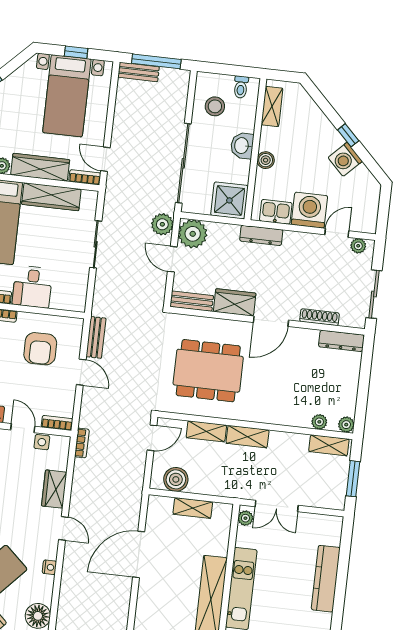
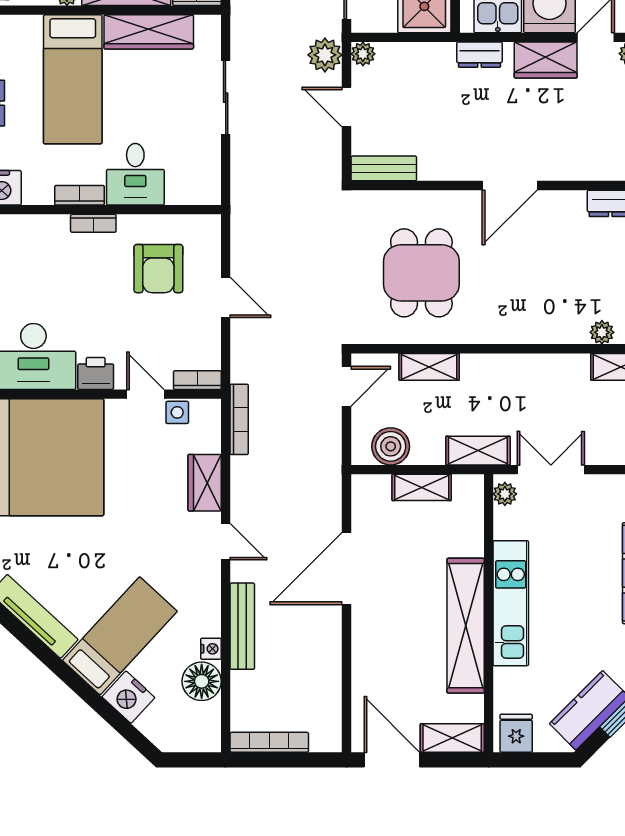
plant: (193, 234) -> (363, 54), width x0.53, depth x0.53
dresser: (261, 235) -> (480, 55), width x0.70
wardrobe: (235, 302) -> (546, 60), moved, turned 180
shoe rack: (319, 317) -> (584, 171), removed
bench: (96, 337) -> (242, 626), moved, width x1.36
dining table: (208, 371) -> (421, 273), width x0.73
shelving: (248, 437) -> (478, 451), moved
bookcase: (82, 443) -> (239, 419), width x1.56
double door: (277, 506) -> (551, 470), swing flipped
nightstand: (49, 567) -> (211, 649), moved

